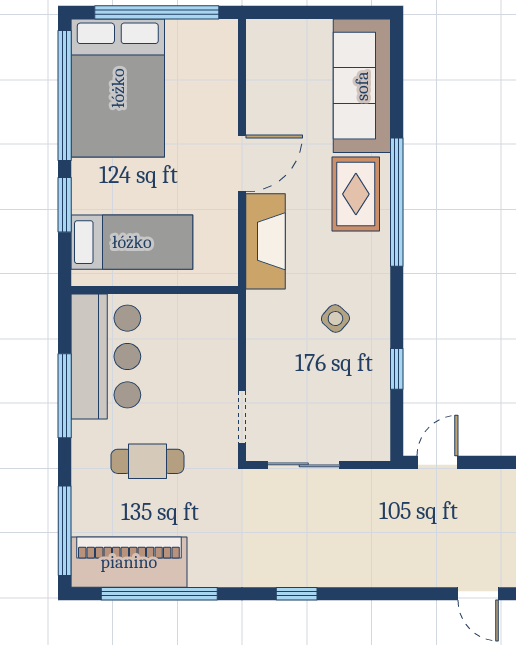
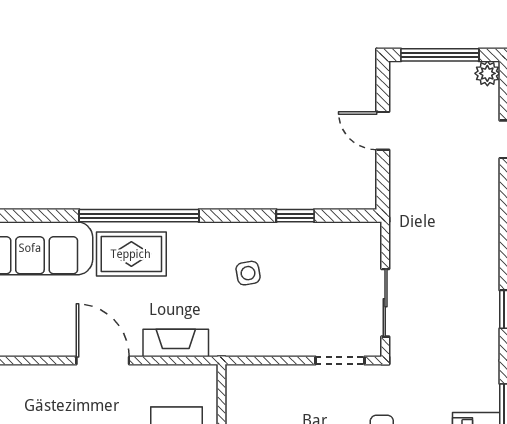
fireplace: (266, 241) -> (176, 343), width x0.73, depth x0.76
side table: (335, 319) -> (248, 273), turned 38
door: (437, 462) -> (383, 131), moved

